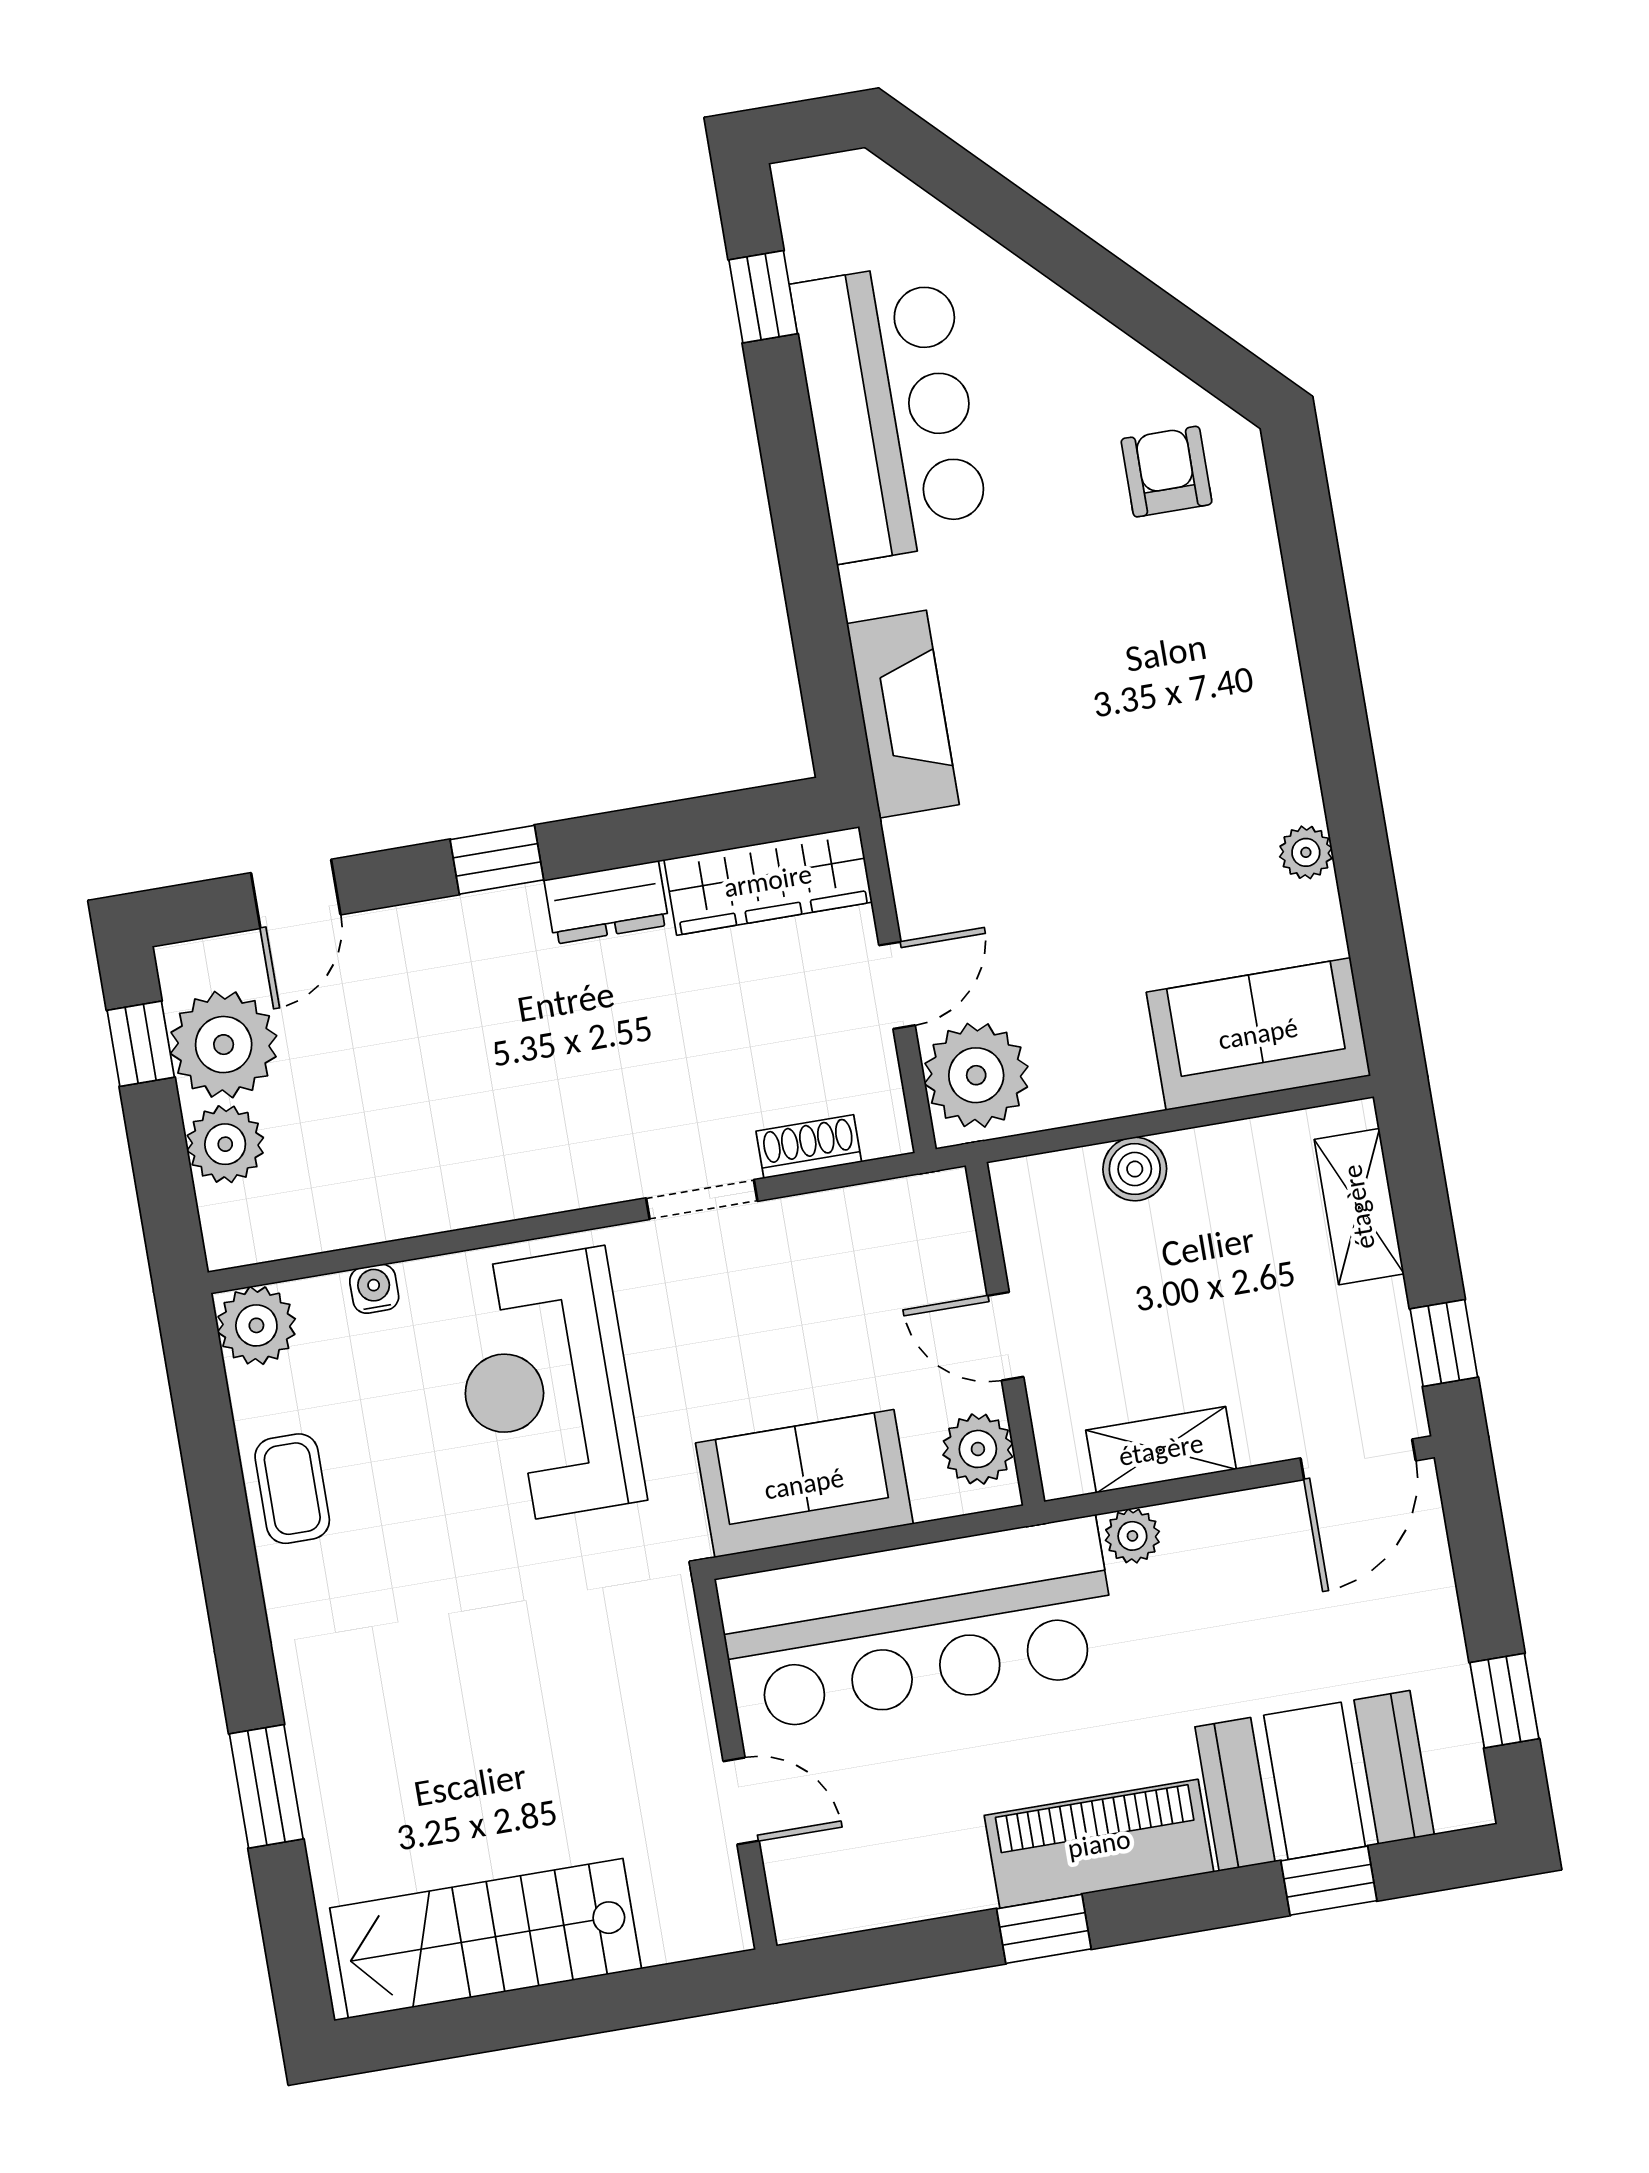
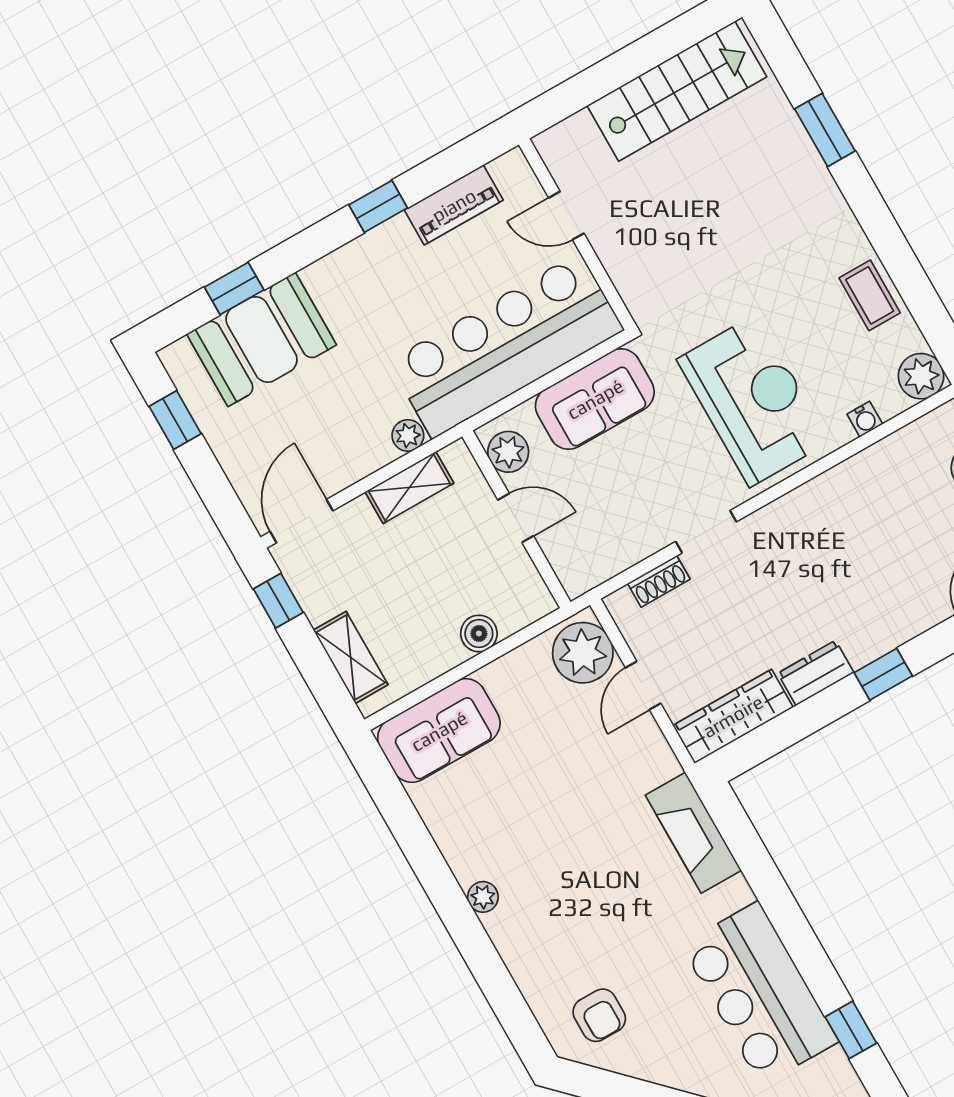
plant: (1306, 852) -> (483, 897), moved
piano: (1099, 1844) -> (454, 205), moved, width x0.73, depth x0.75

